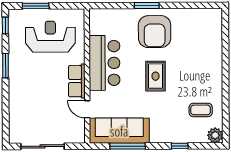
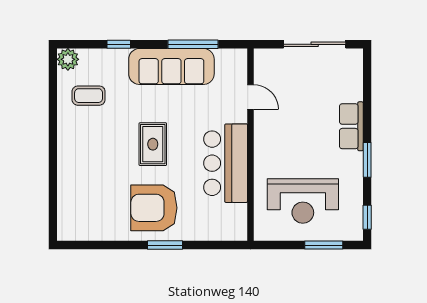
armchair: (155, 32) -> (154, 208), turned -90
row of seats: (77, 81) -> (351, 126), moved, turned 180
sofa: (119, 131) -> (171, 66), moved

